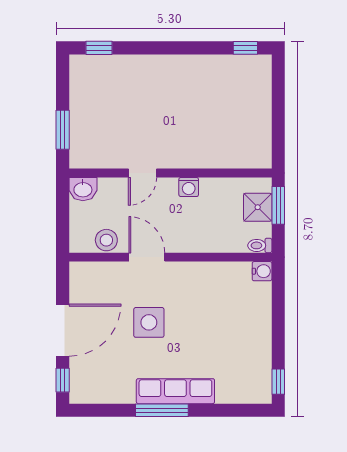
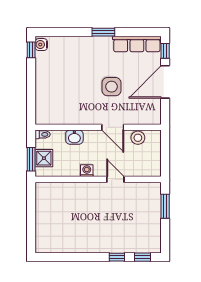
window: (245, 48) -> (117, 257), moved
door: (142, 173) -> (115, 179), hinge flipped
washbasin: (83, 189) -> (74, 137), moved, turned 180
water cooler: (262, 271) -> (41, 45), moved
row of seats: (175, 391) -> (137, 44), moved
window: (162, 410) -> (103, 32), width x0.69

